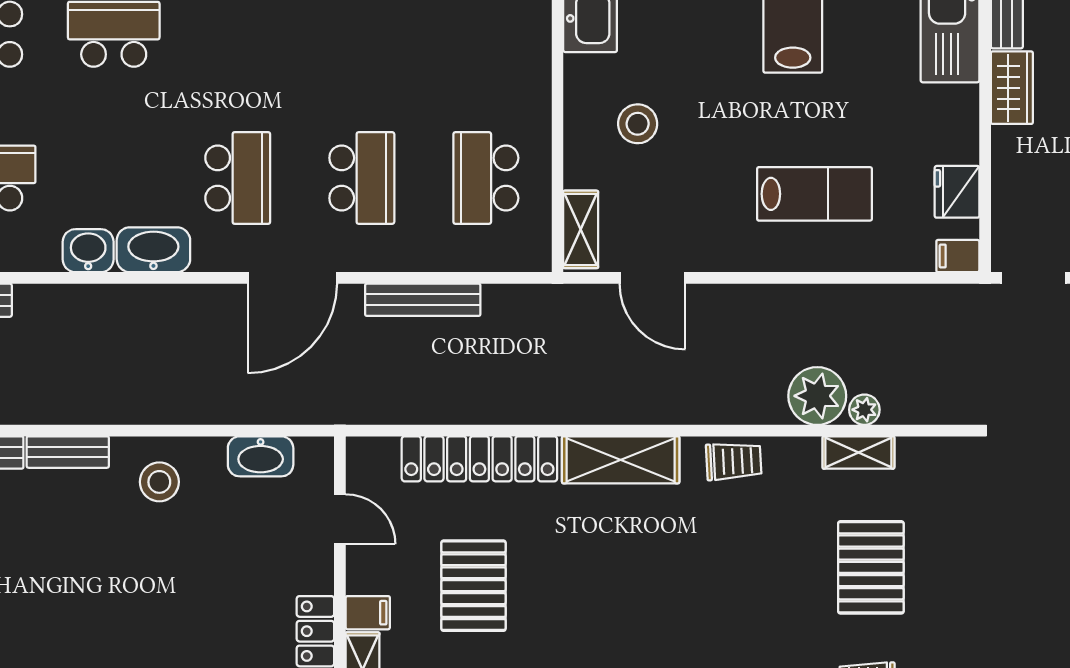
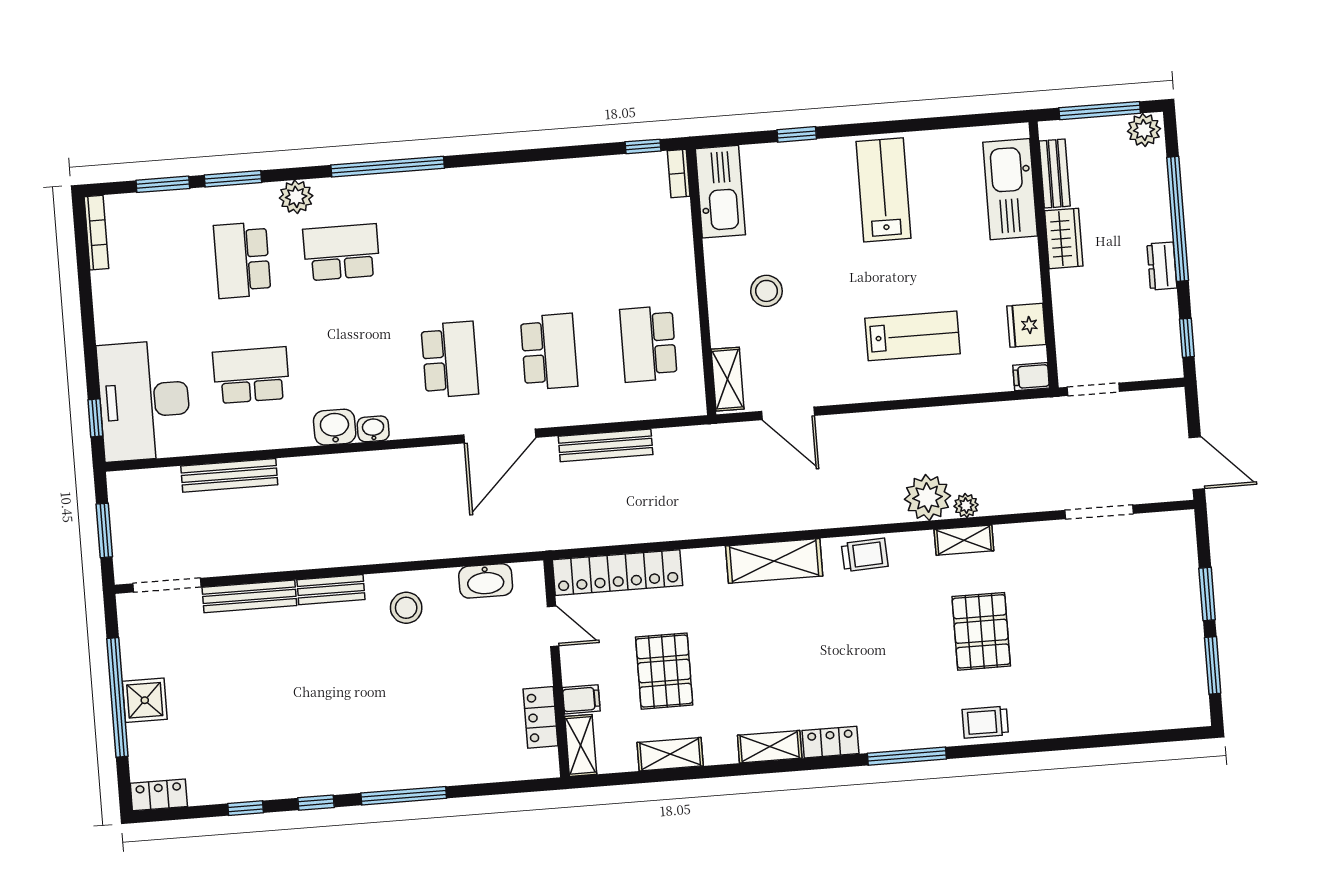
washbasin: (153, 250) -> (373, 429), width x0.52, depth x0.69
locker: (479, 459) -> (617, 573), moved

